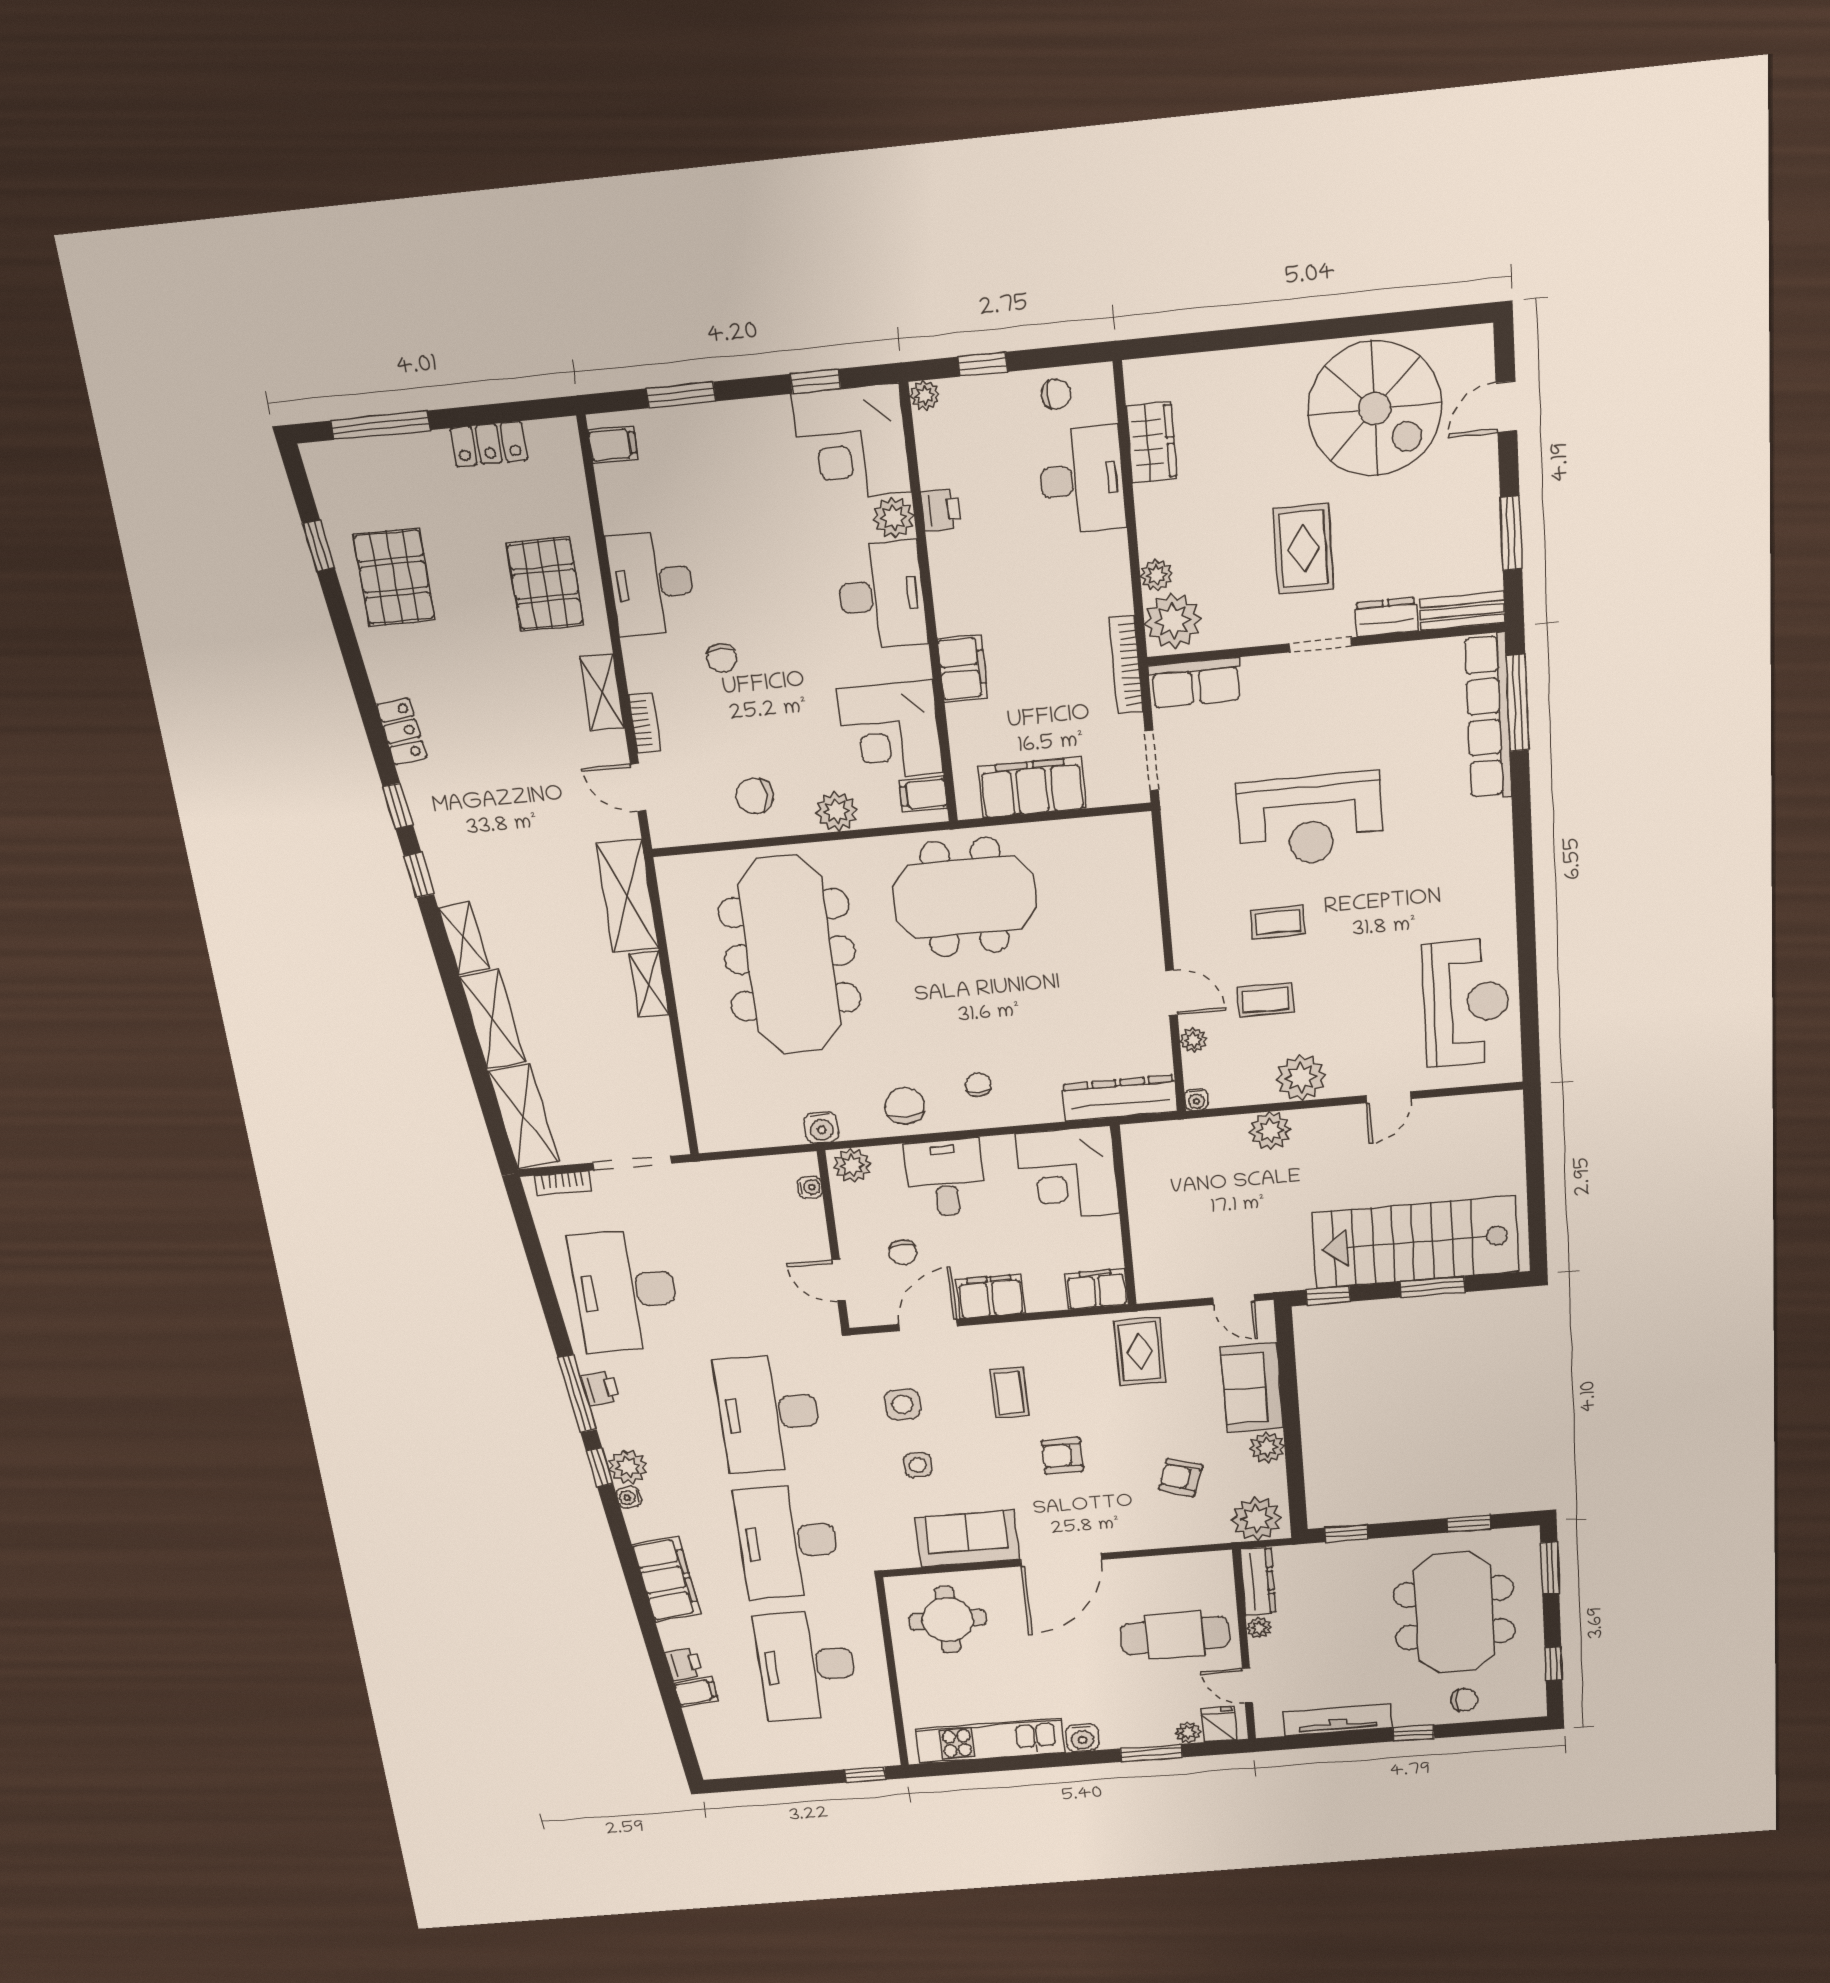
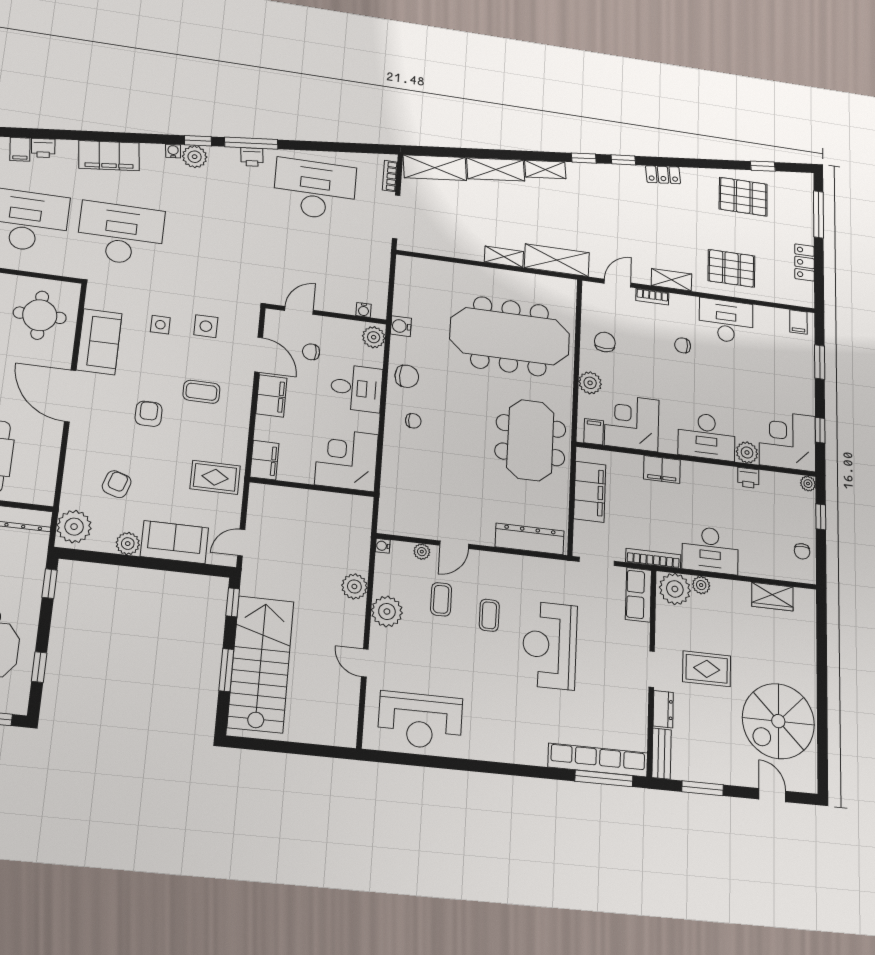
desk: (1082, 480) -> (710, 550), moved
dresser: (1120, 1098) -> (530, 539), moved, turned -90
desk: (769, 1414) -> (215, 247), removed

